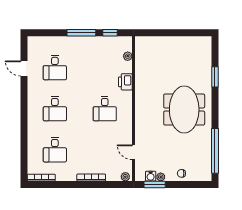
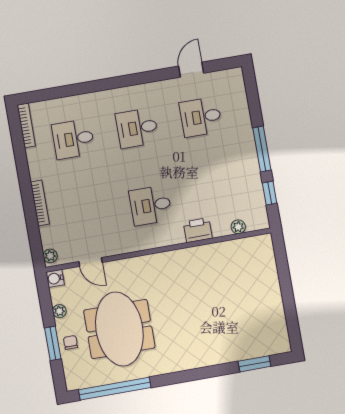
window: (215, 77) -> (254, 364), moved
meeting table: (184, 109) -> (119, 329), moved, turned 90
door: (134, 152) -> (90, 262), swing flipped
water cooler: (151, 176) -> (55, 278), moved
window: (155, 185) -> (53, 343), moved

